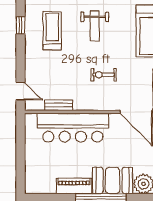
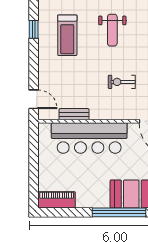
treadmill: (52, 31) -> (67, 35), turned 180
piano: (74, 186) -> (57, 200), moved

